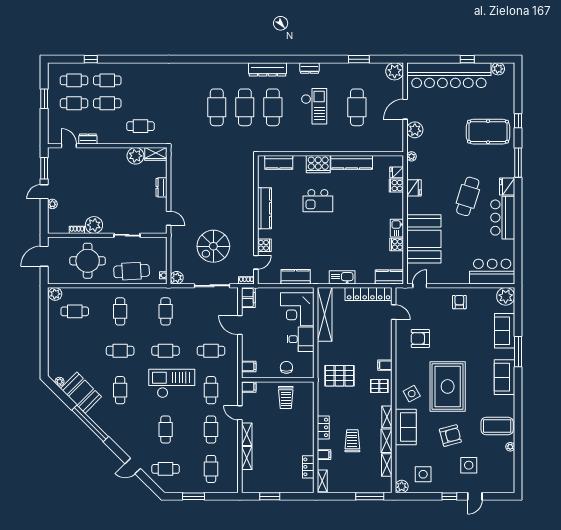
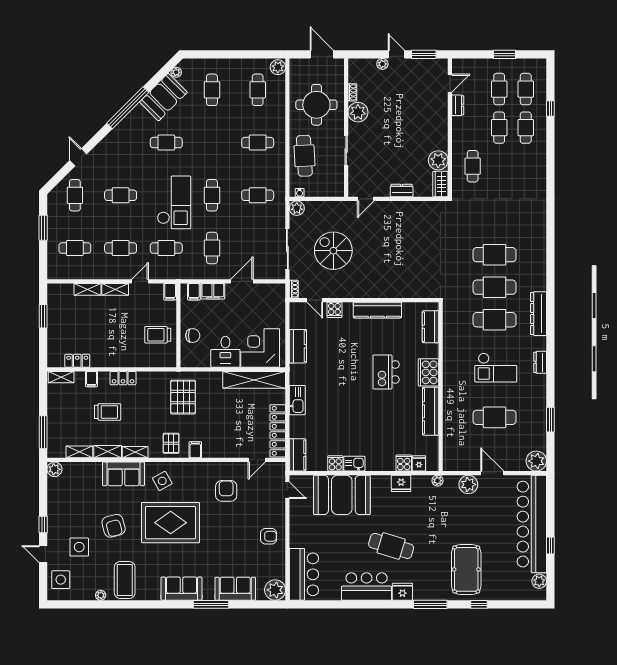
filing cabinet: (248, 298) -> (213, 291), moved
cafe table: (120, 351) -> (212, 90), moved
side table: (423, 474) -> (61, 580), moved

